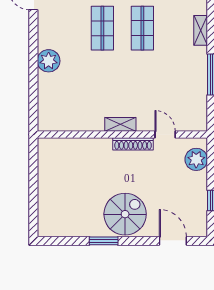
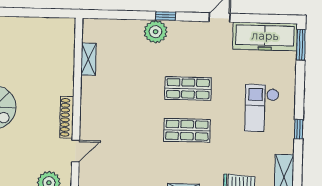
window: (33, 52) -> (166, 16), added
shelving: (120, 124) -> (89, 59), moved

